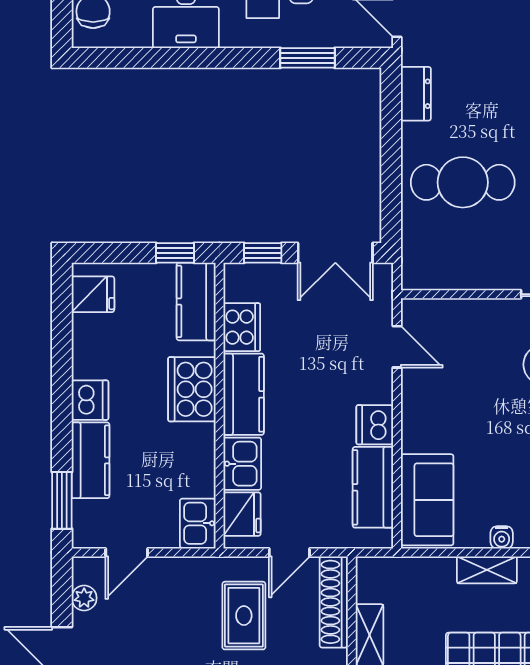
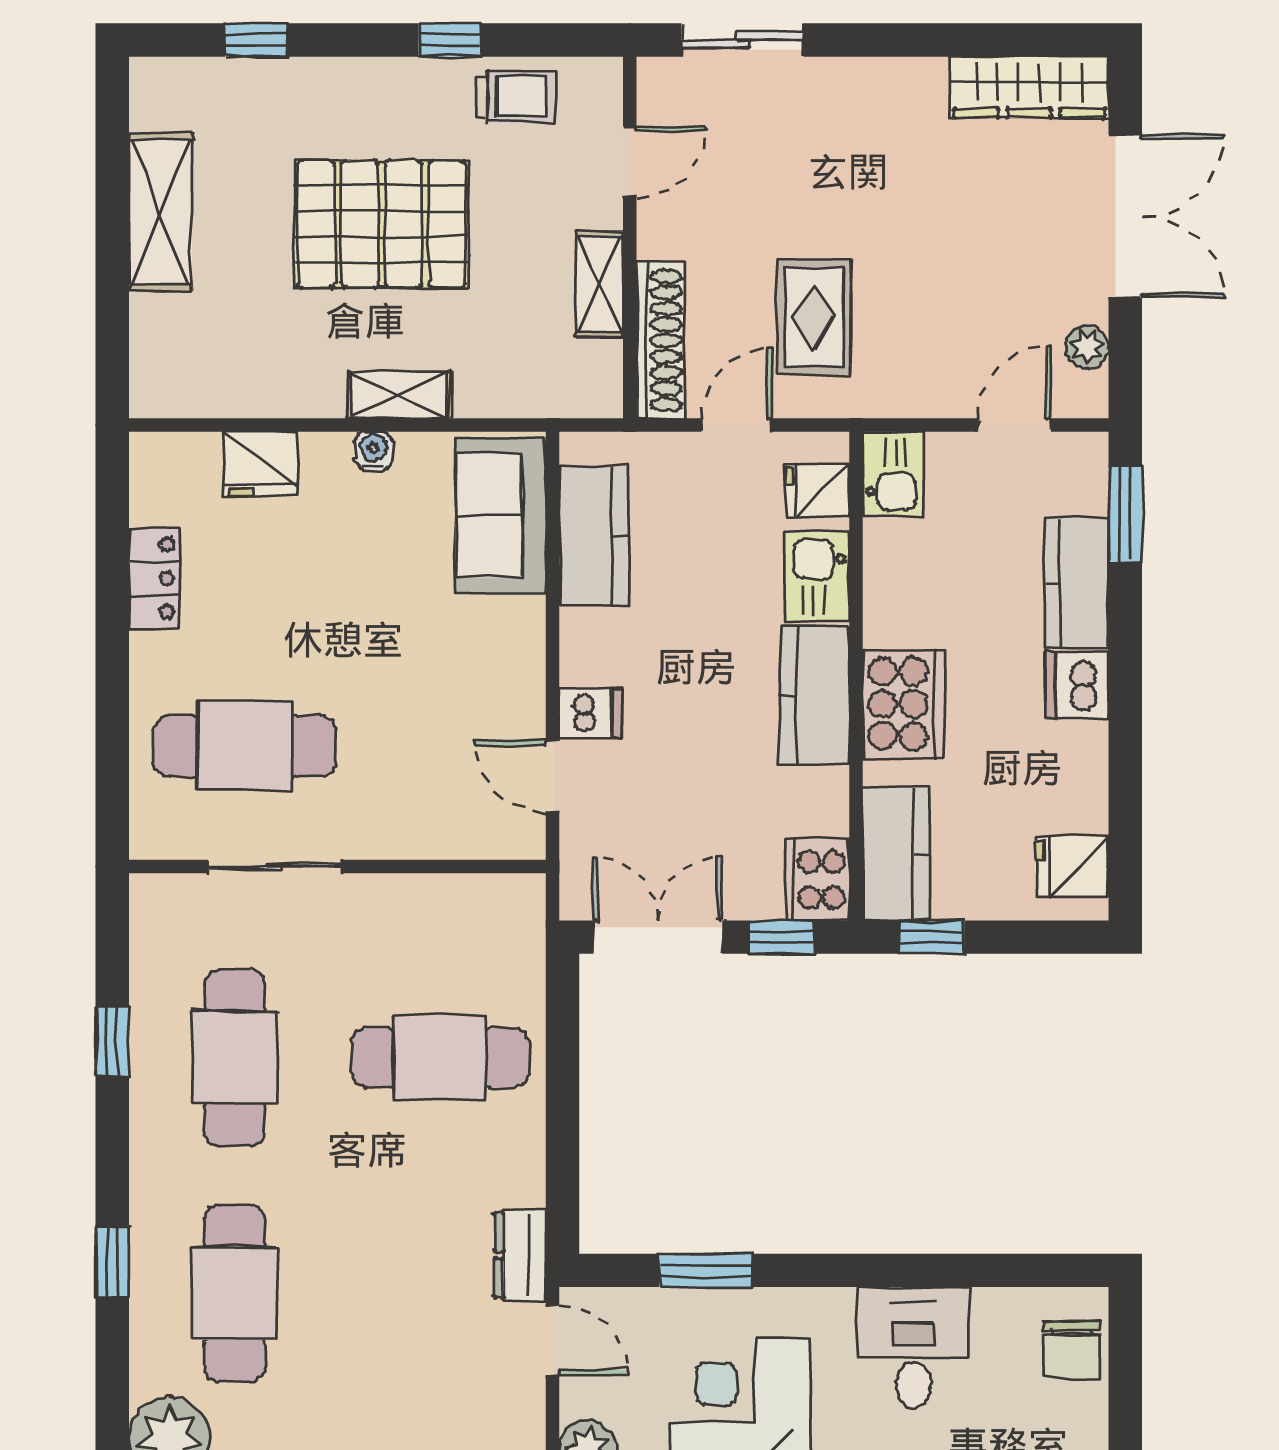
dresser: (416, 94) -> (520, 1255), moved
cooker: (242, 327) -> (818, 880), moved
dishwasher: (375, 425) -> (591, 714), moved, width x0.73
fridge: (242, 514) -> (817, 490), width x0.72

